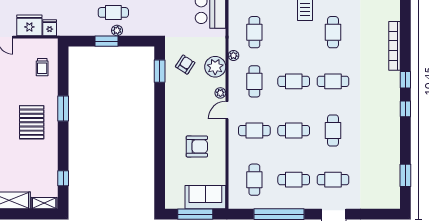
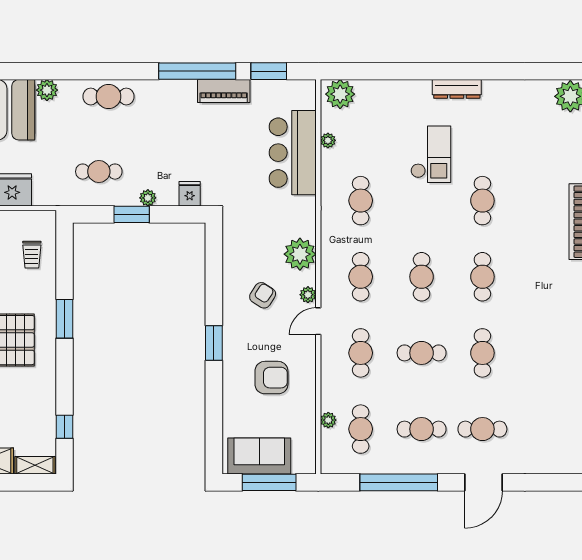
cafe table: (113, 12) -> (99, 172), moved
fridge: (50, 28) -> (190, 194), moved
plant: (233, 55) -> (328, 420), moved
armchair: (185, 65) -> (263, 295), moved
window: (160, 71) -> (214, 343), moved
cafe table: (294, 81) -> (422, 277), turned 90
cafe table: (333, 81) -> (482, 277), turned 90
cafe table: (254, 131) -> (361, 353), turned 90
sofa: (205, 197) -> (259, 456), moved

